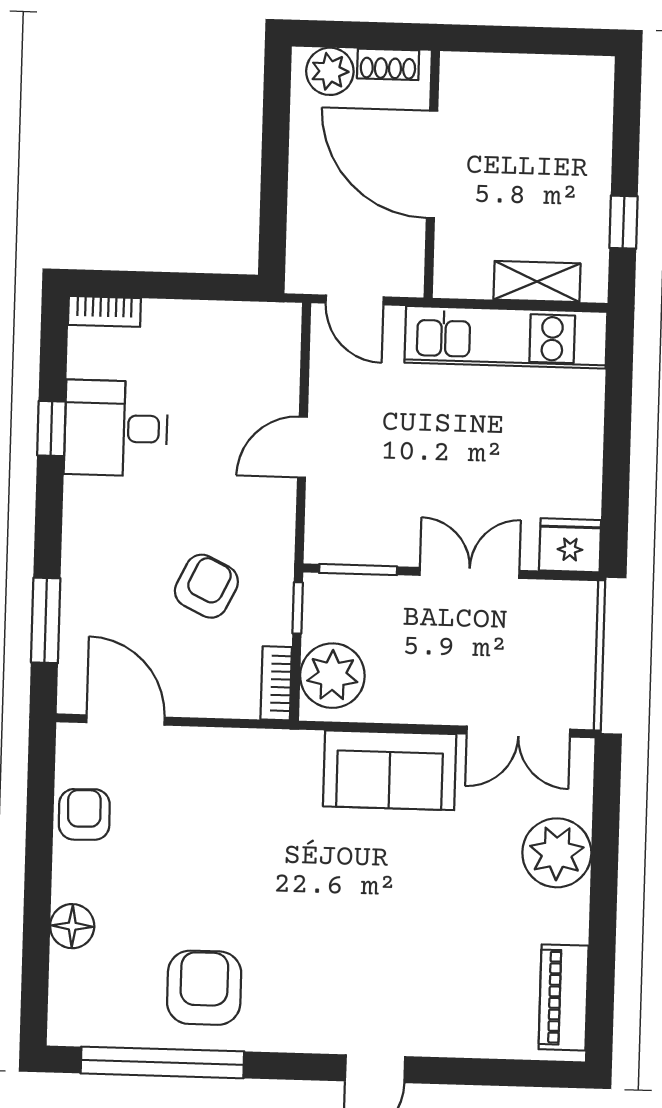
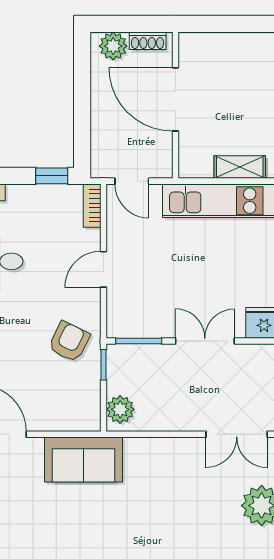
window: (220, 287) -> (52, 176), added
armchair: (206, 586) -> (69, 342), moved
plant: (332, 676) -> (120, 409), width x0.73, depth x0.73
bookcase: (276, 683) -> (92, 206), moved
sofa: (390, 770) -> (83, 459), moved

